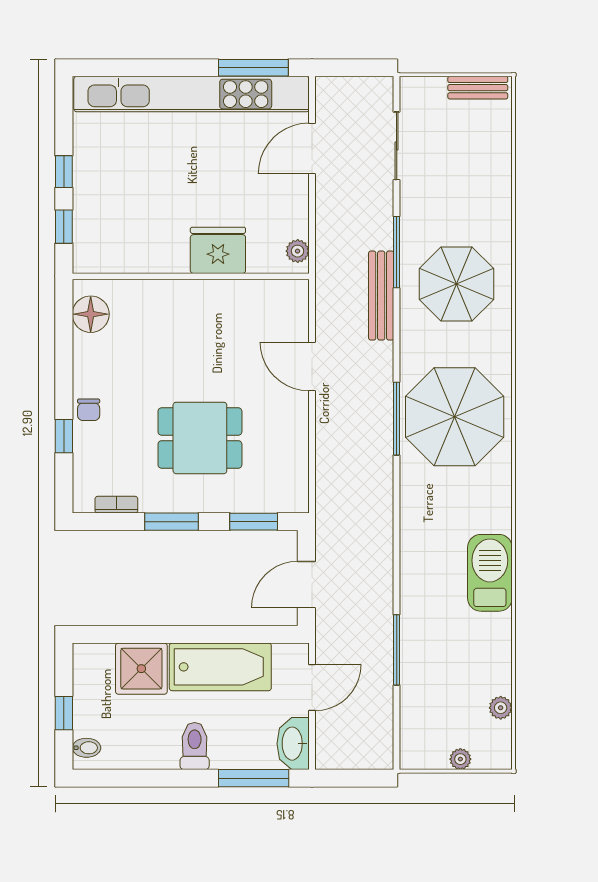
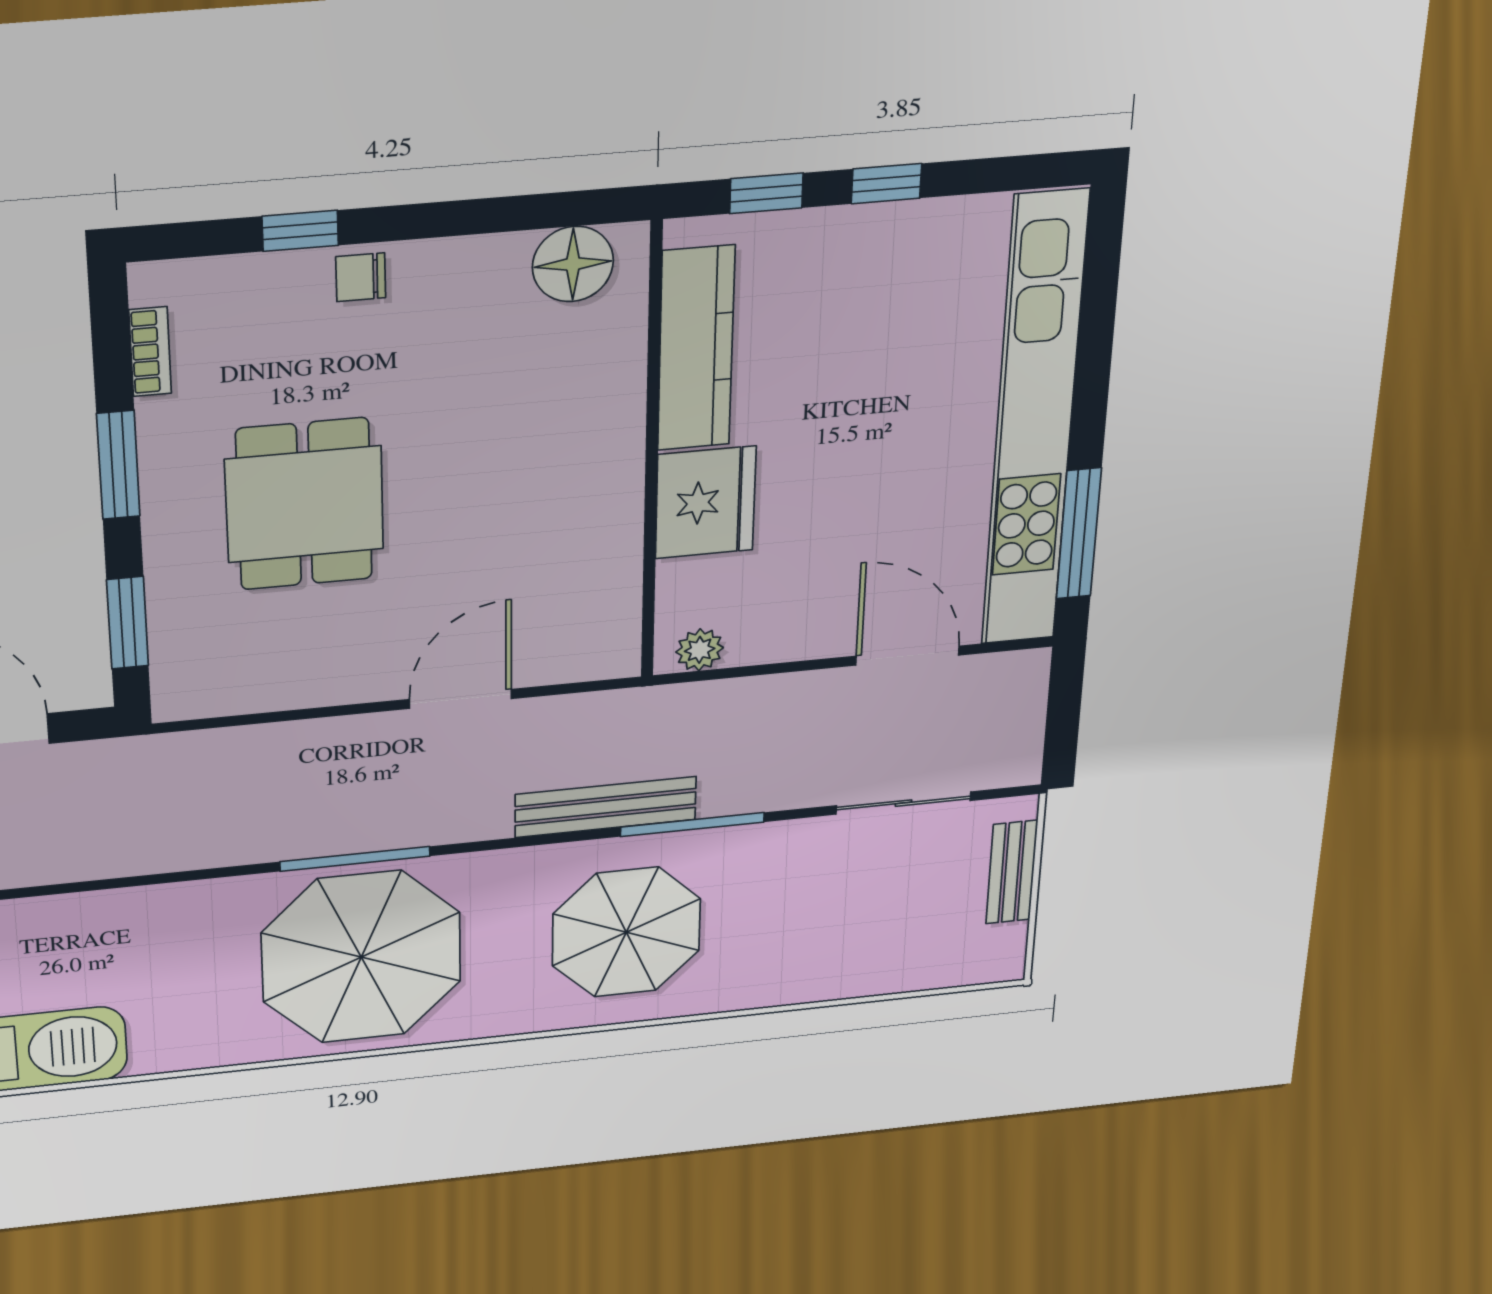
bench: (478, 88) -> (1012, 872), moved
kitchen counter: (138, 257) -> (696, 349), added

